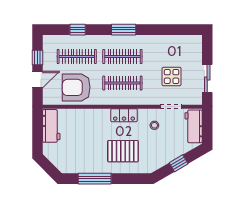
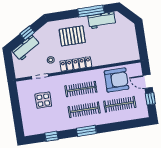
window: (78, 30) -> (51, 136), moved
sliding door: (207, 79) -> (15, 103), removed
door: (38, 80) -> (148, 81), hinge flipped
locker: (124, 115) -> (76, 64), width x1.53
workbench: (51, 126) -> (102, 20), moved, turned -90
workbench: (194, 126) -> (26, 48), moved, turned 60

